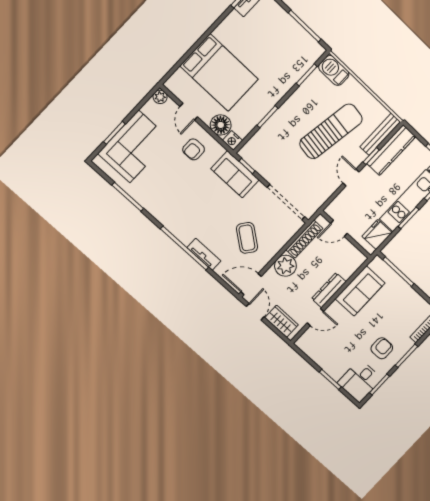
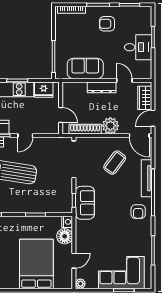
armchair: (194, 149) -> (138, 212), moved, turned 90
tv unit: (204, 254) -> (147, 178), width x1.41
desk: (360, 381) -> (138, 47), moved

